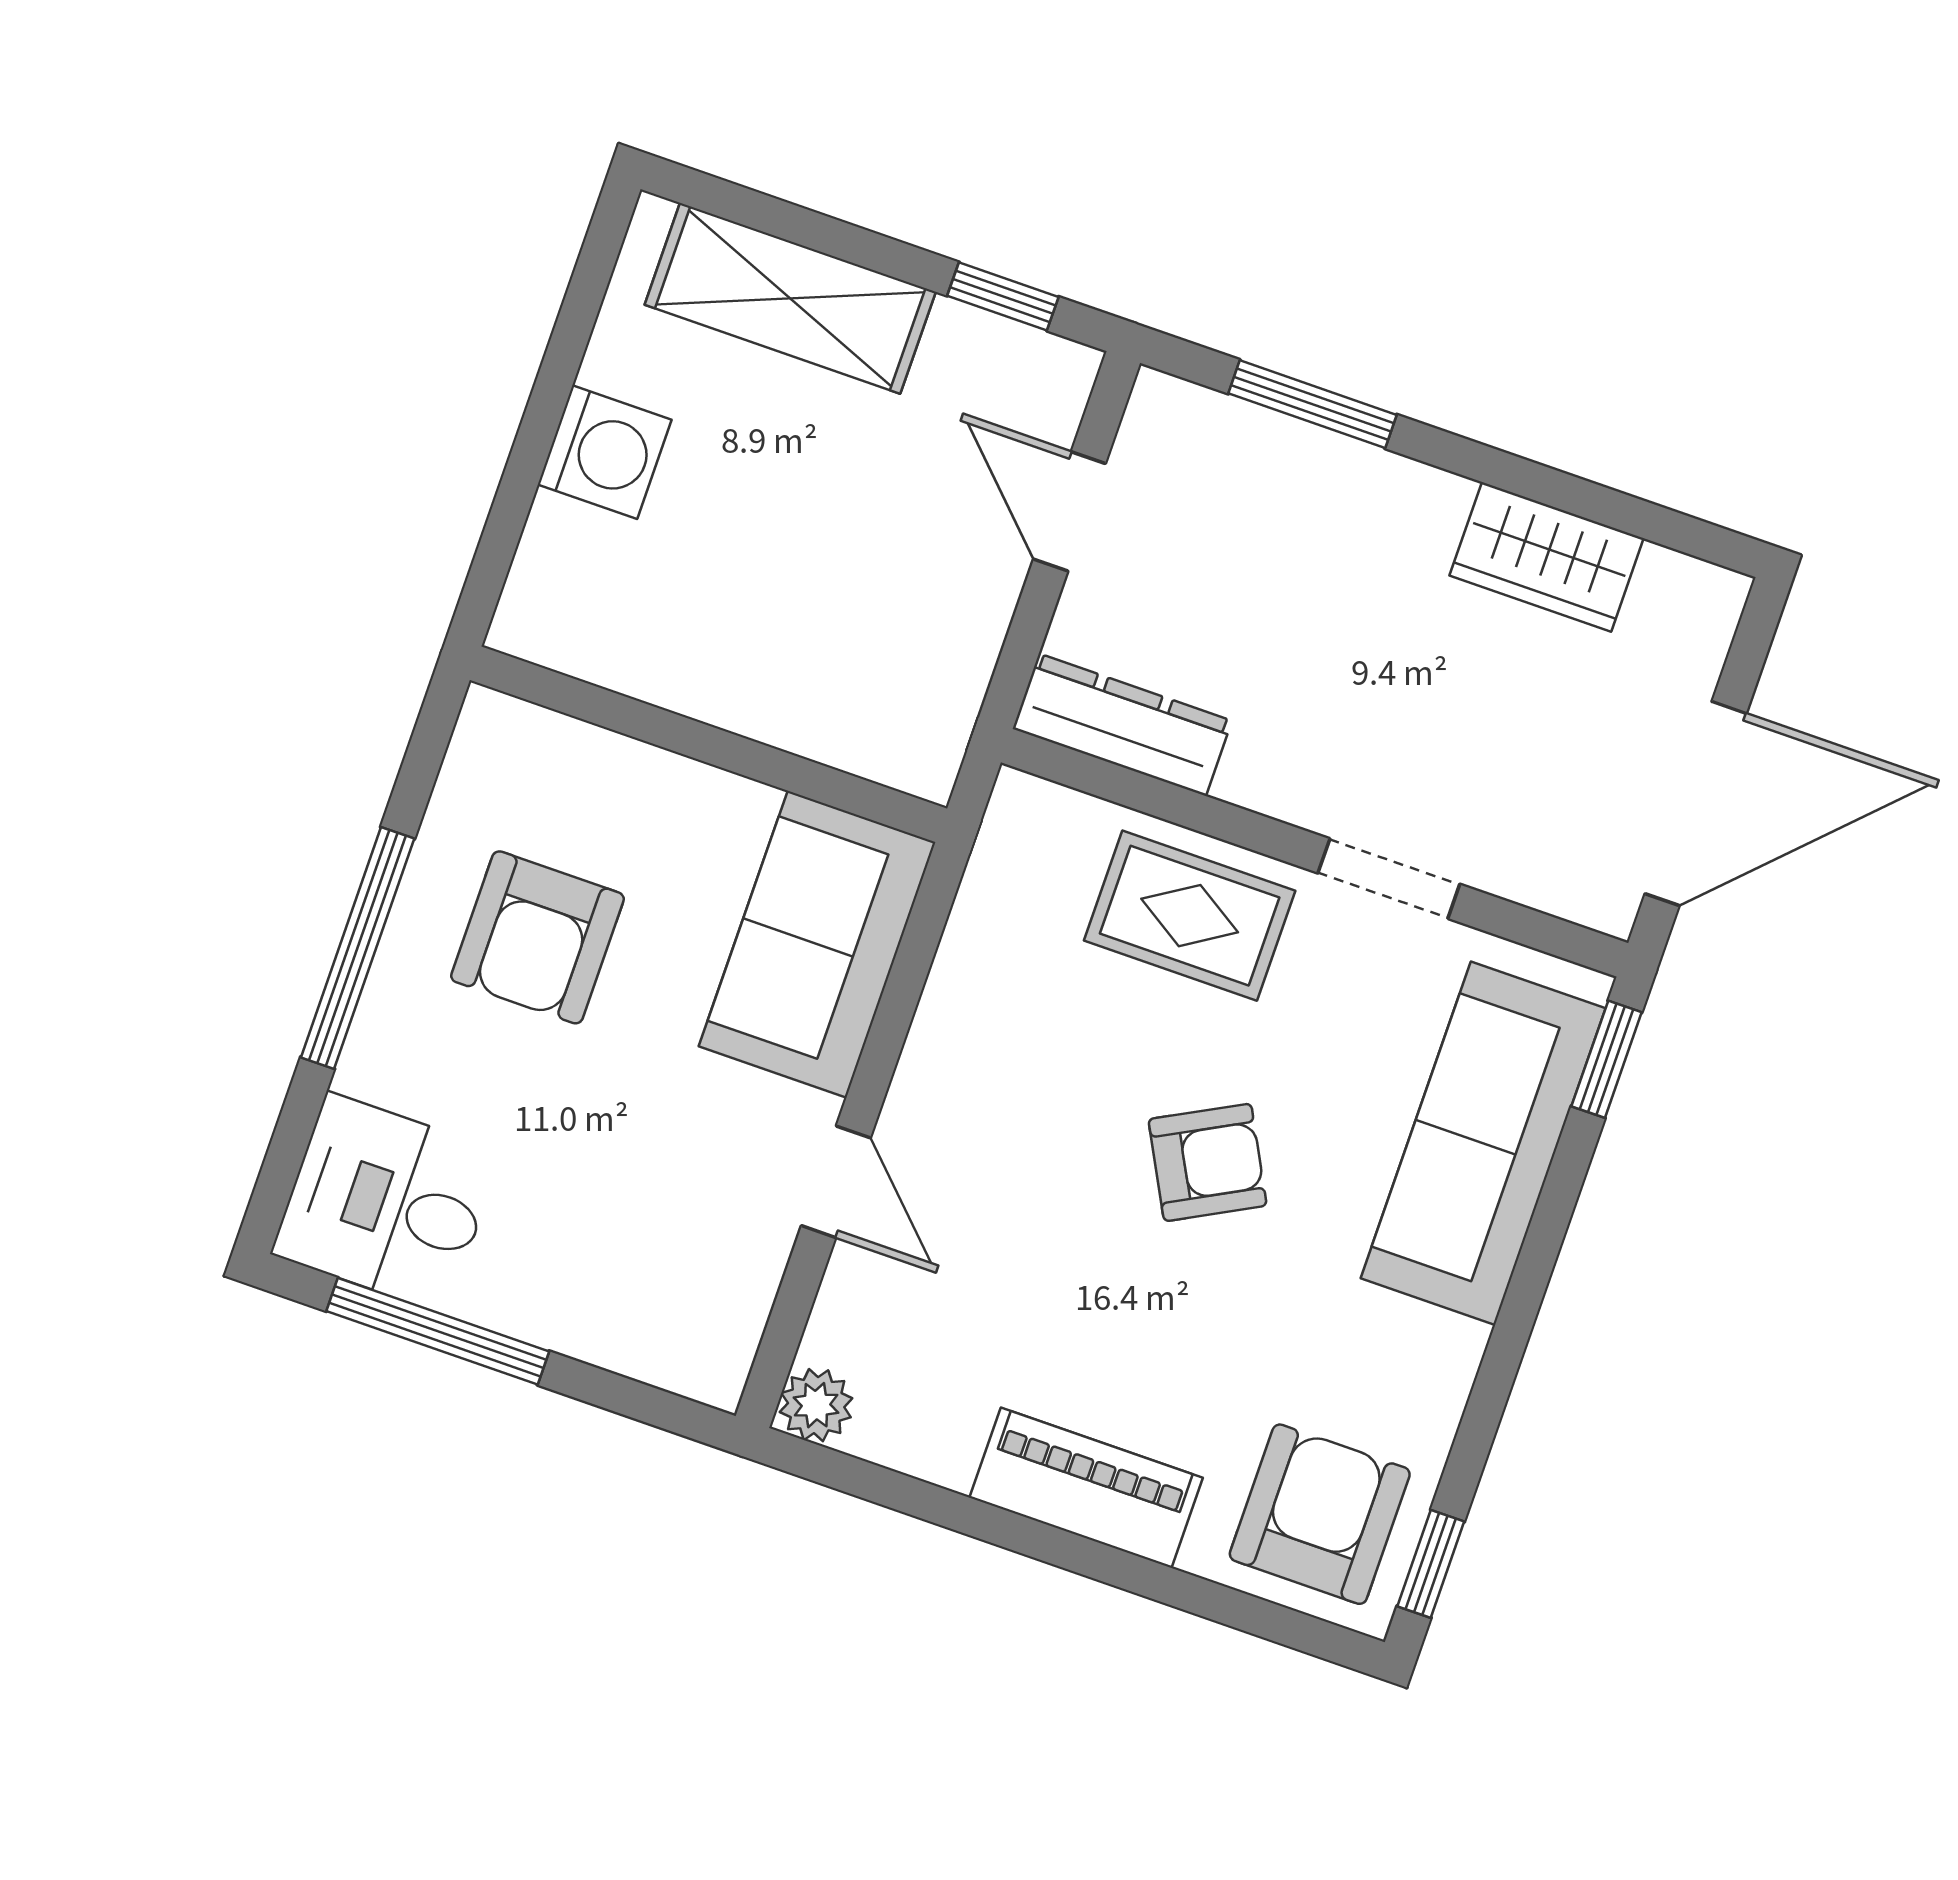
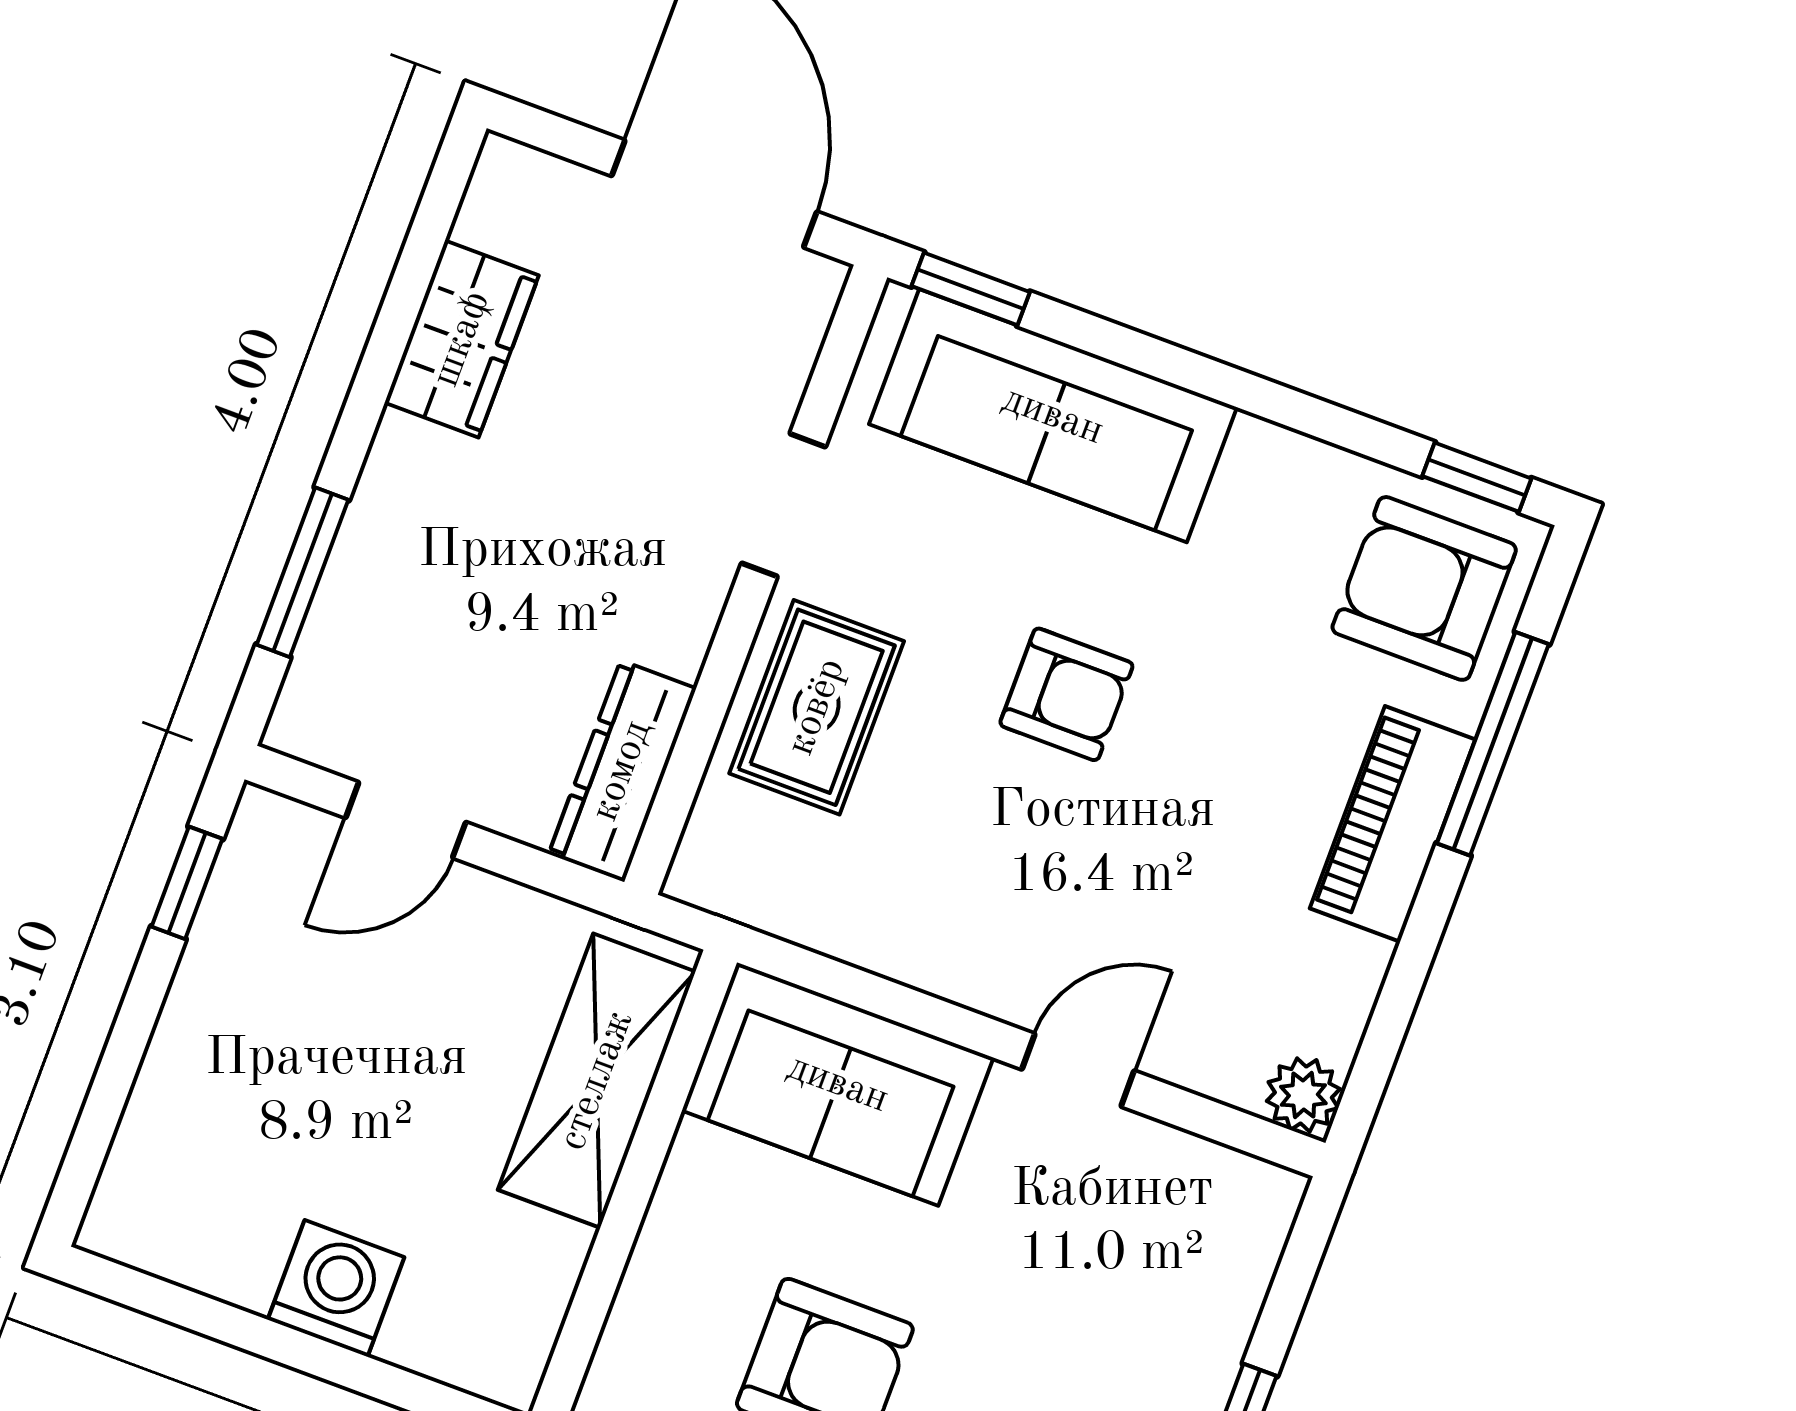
shelving: (790, 298) -> (597, 1081), moved
armchair: (1208, 1162) -> (1066, 694), turned 118
window: (1168, 1585) -> (1493, 744), added

